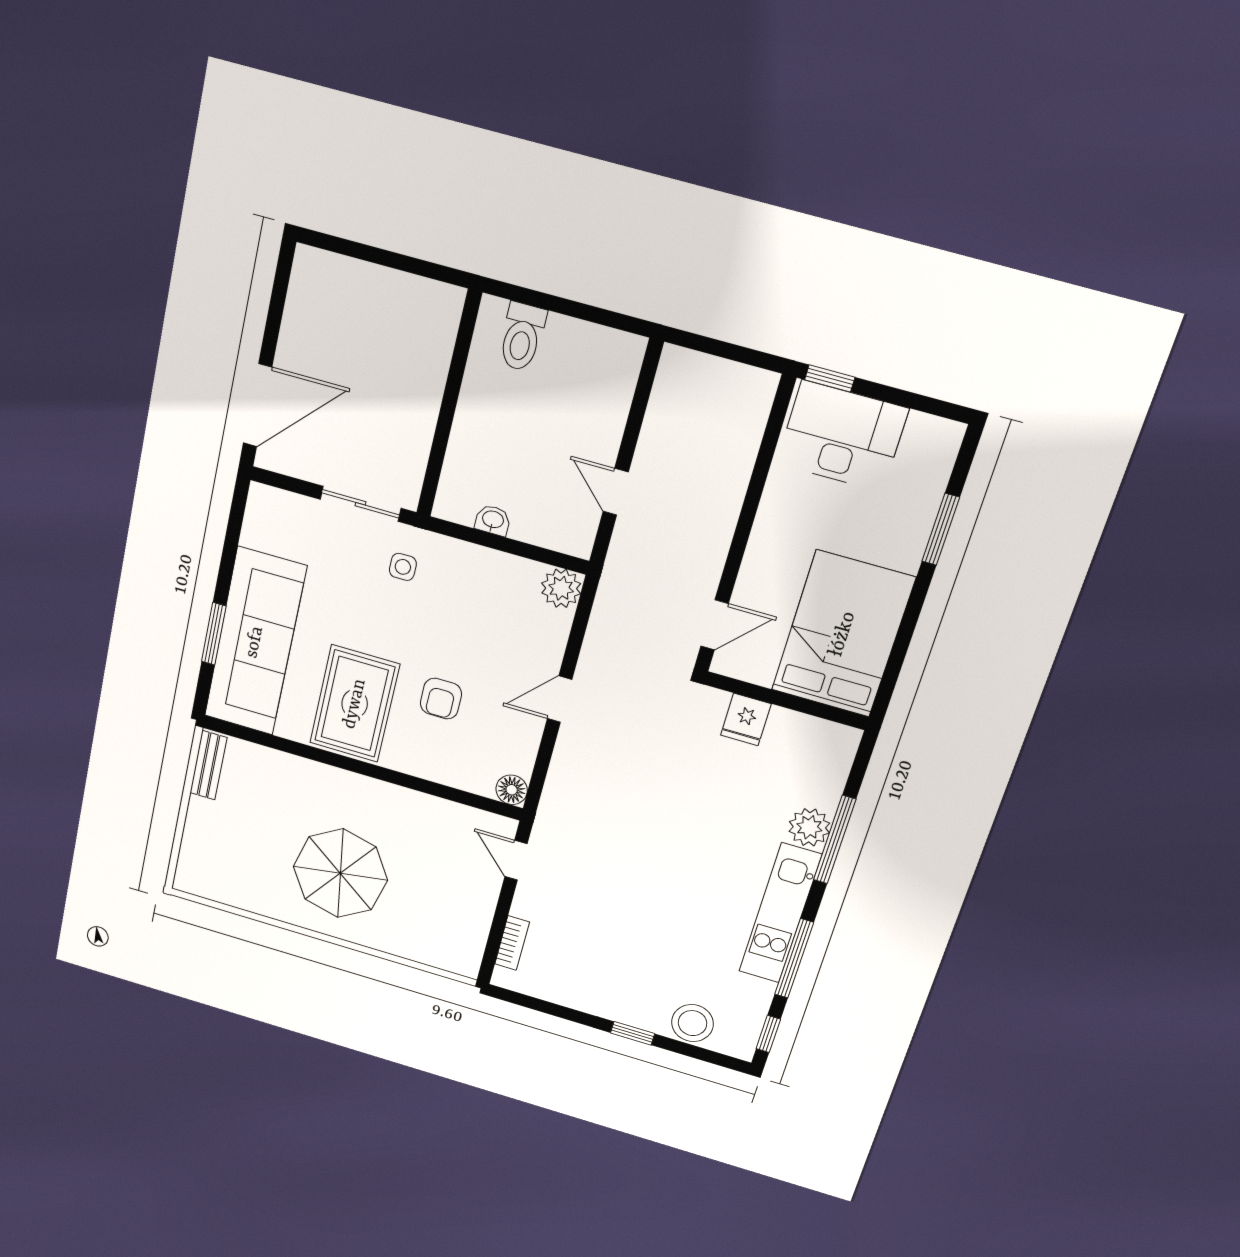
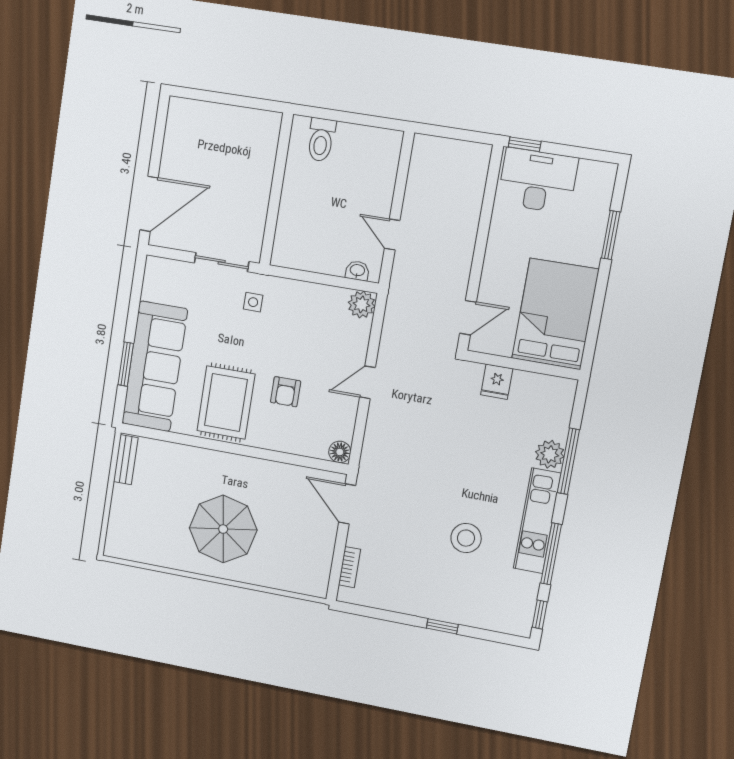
washbasin: (493, 520) -> (357, 271), moved
door: (516, 860) -> (347, 504), width x1.38
stool: (693, 1023) -> (466, 538), moved

